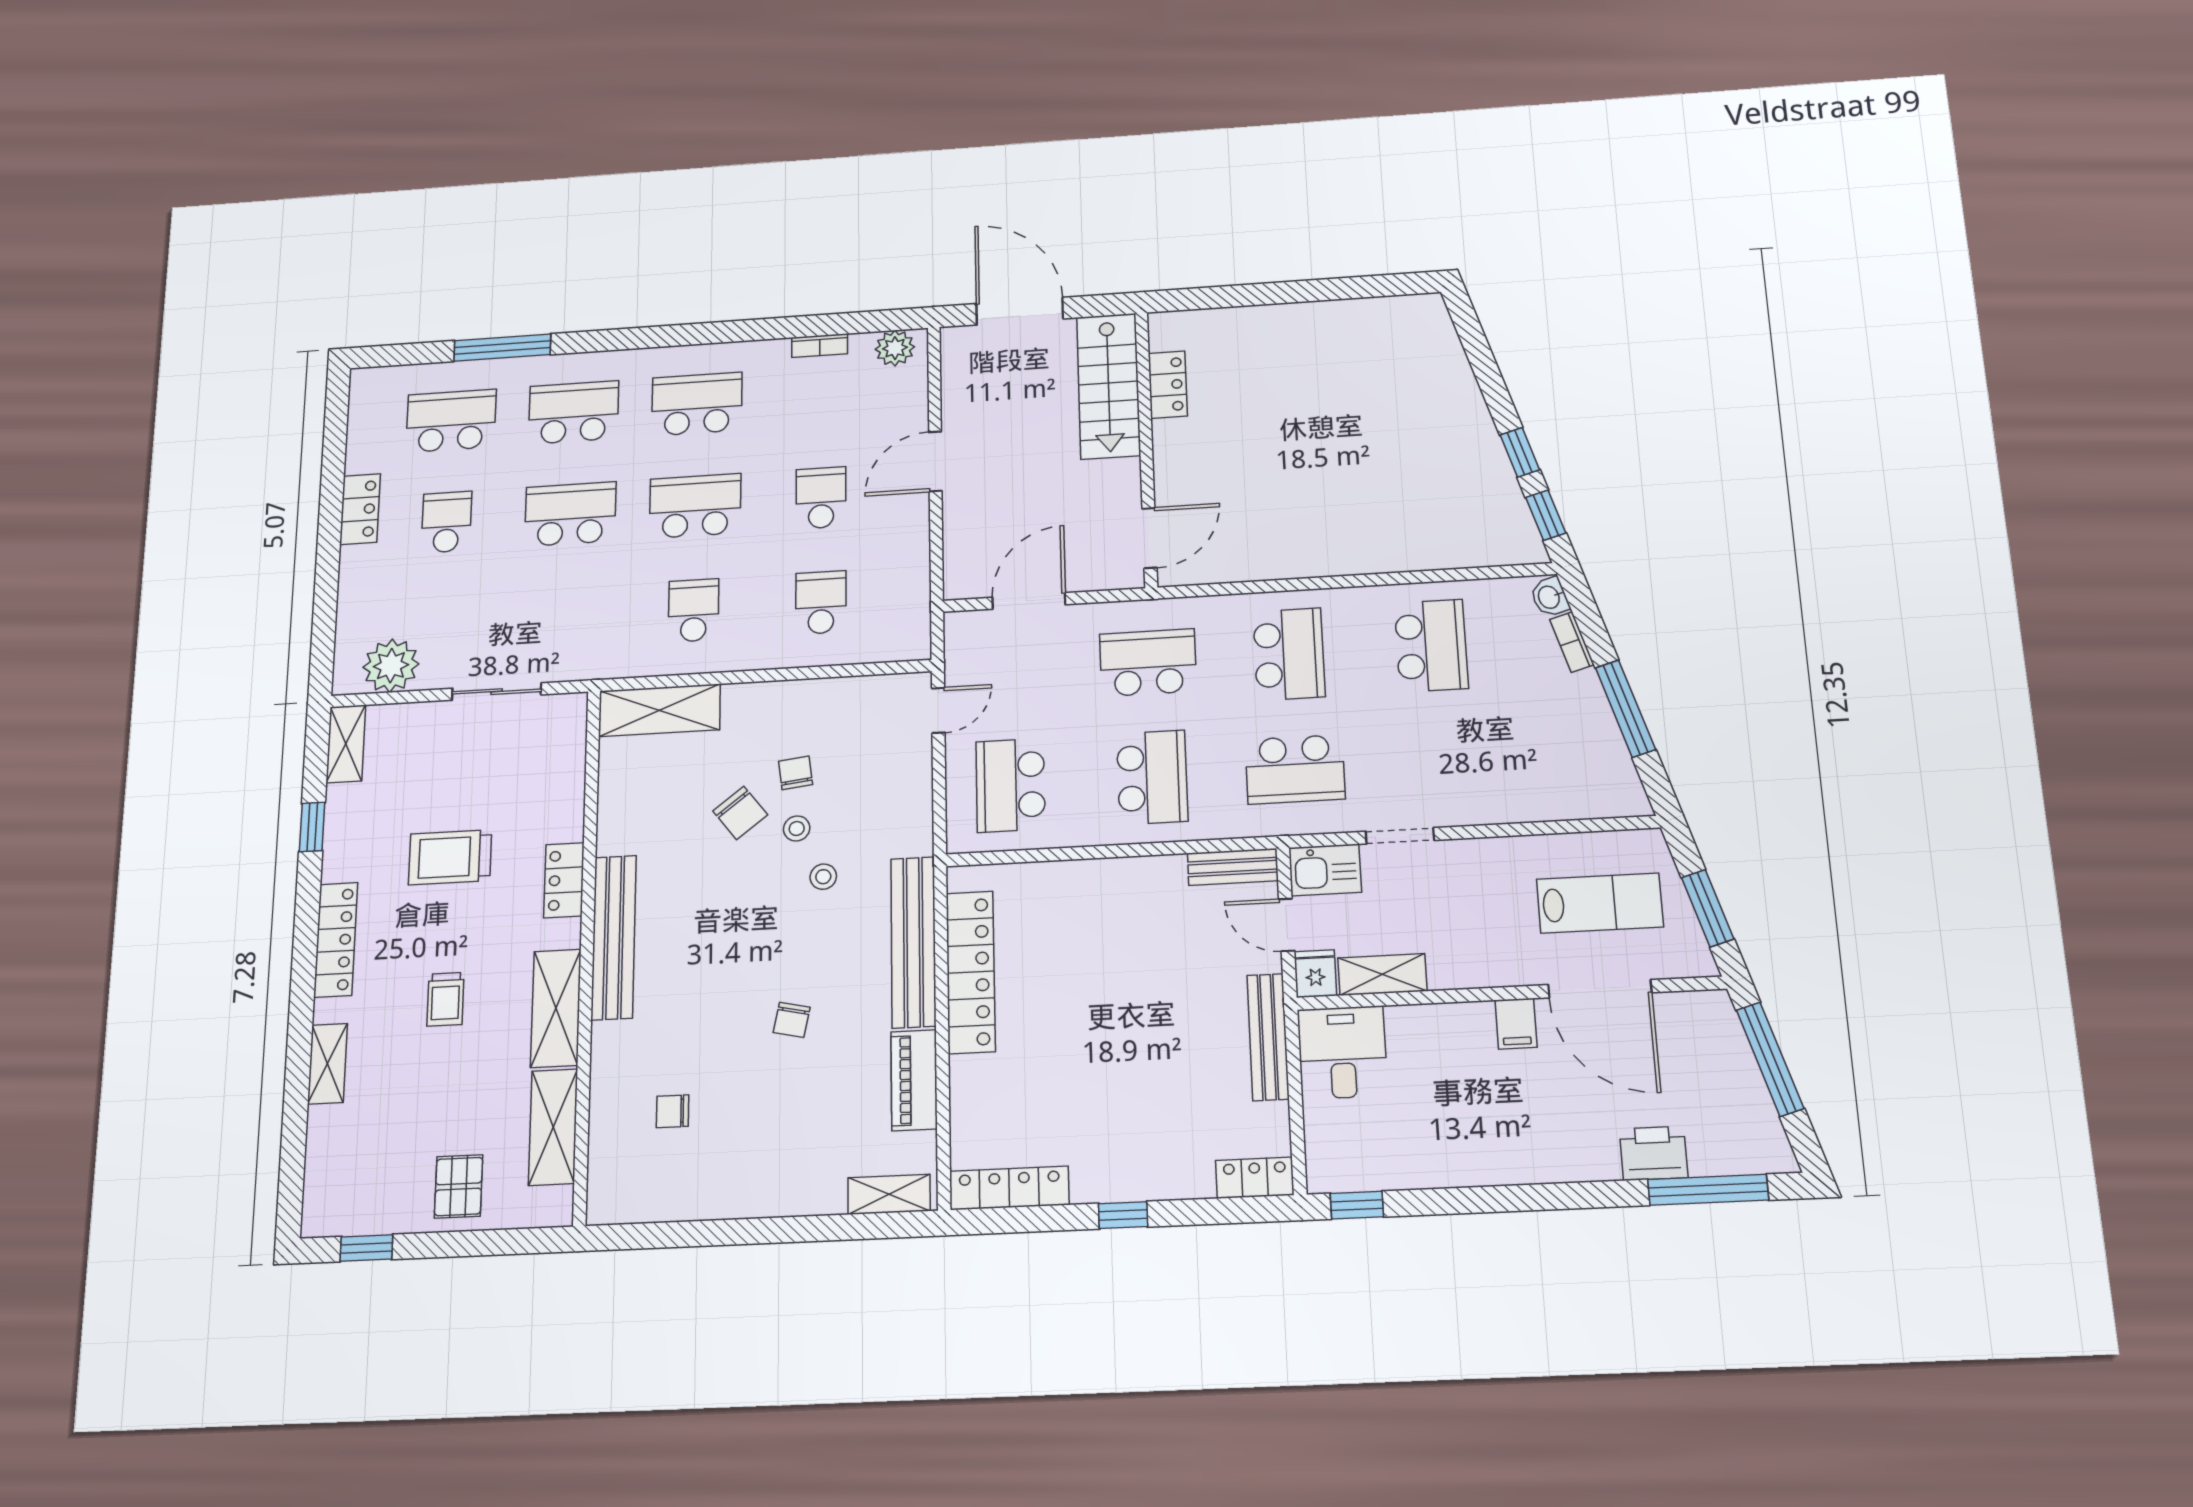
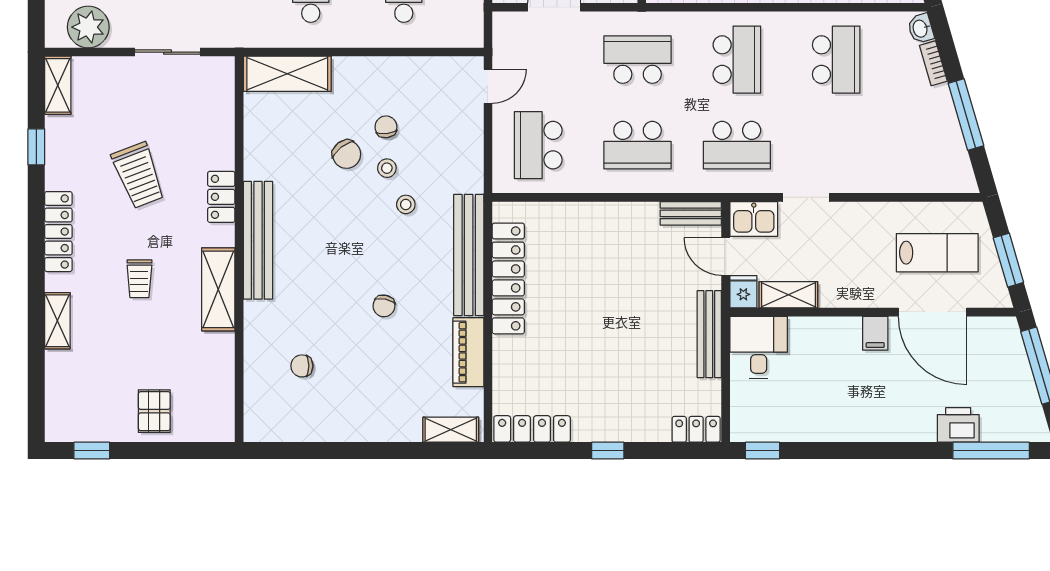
school desk: (1152, 777) -> (638, 145), turned 90
trolley: (450, 857) -> (138, 175), turned -111
shelving: (553, 1127) -> (219, 373), removed

